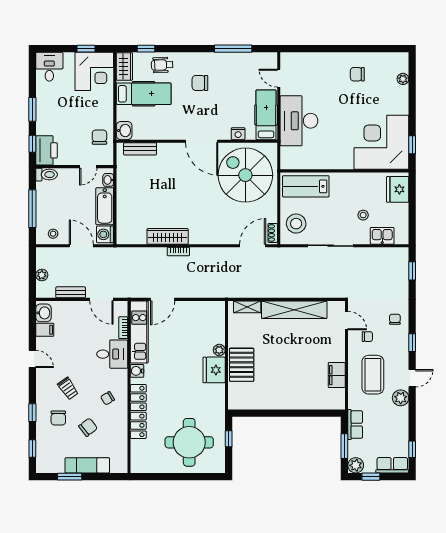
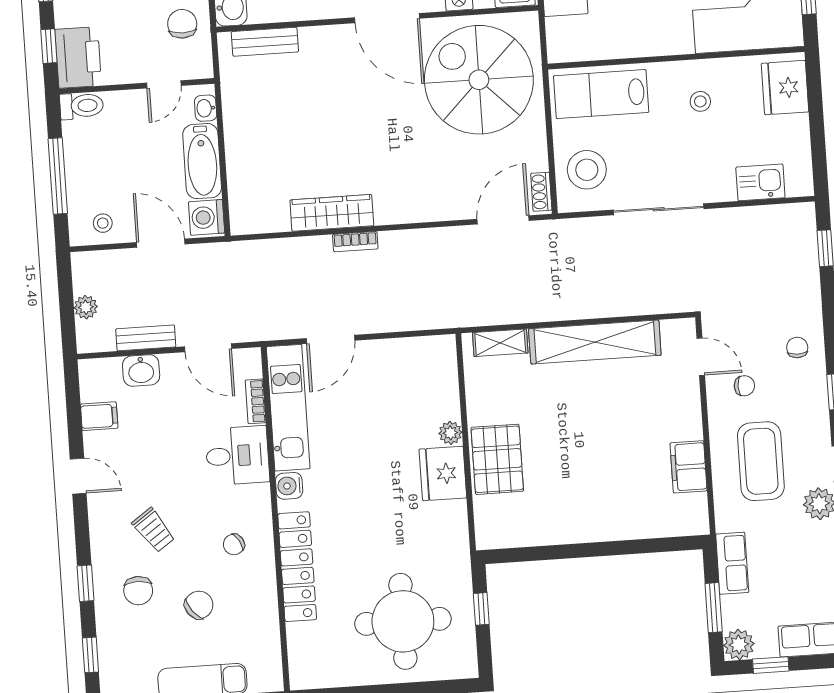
stool: (363, 215) -> (700, 101), moved
washbasin: (43, 313) -> (141, 370), moved, turned 90

